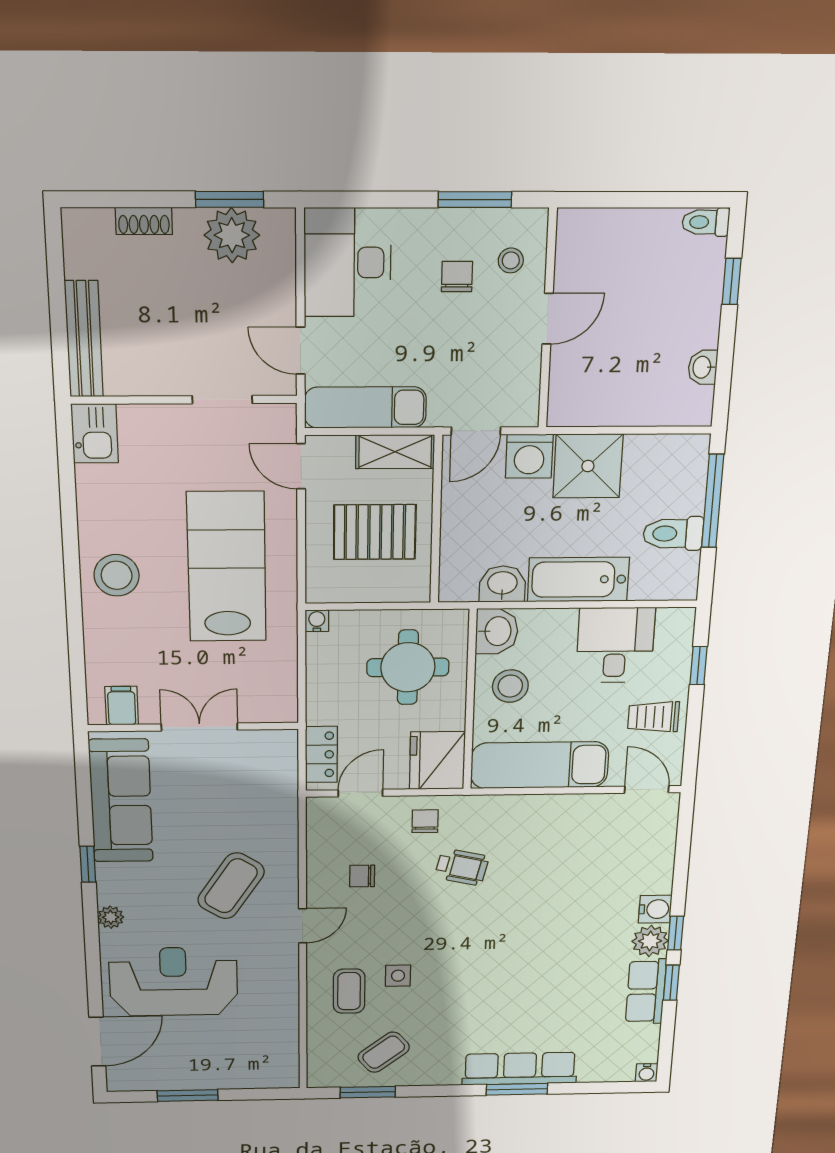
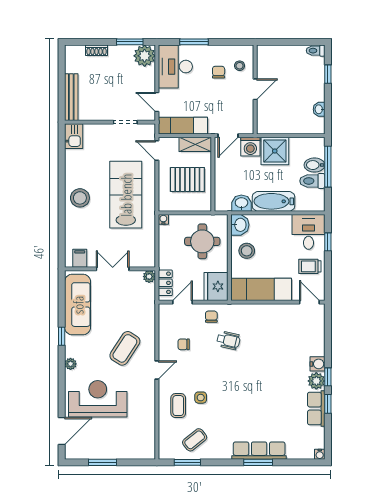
window: (475, 200) -> (194, 42), moved
plant: (232, 235) -> (145, 56), moved
bidet: (681, 498) -> (314, 165), added
desk: (615, 645) -> (309, 232), moved
plant: (284, 742) -> (149, 277), added

